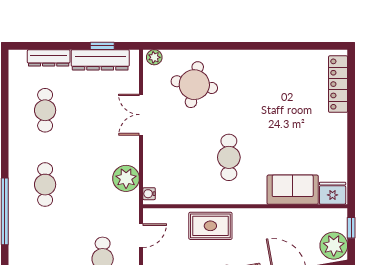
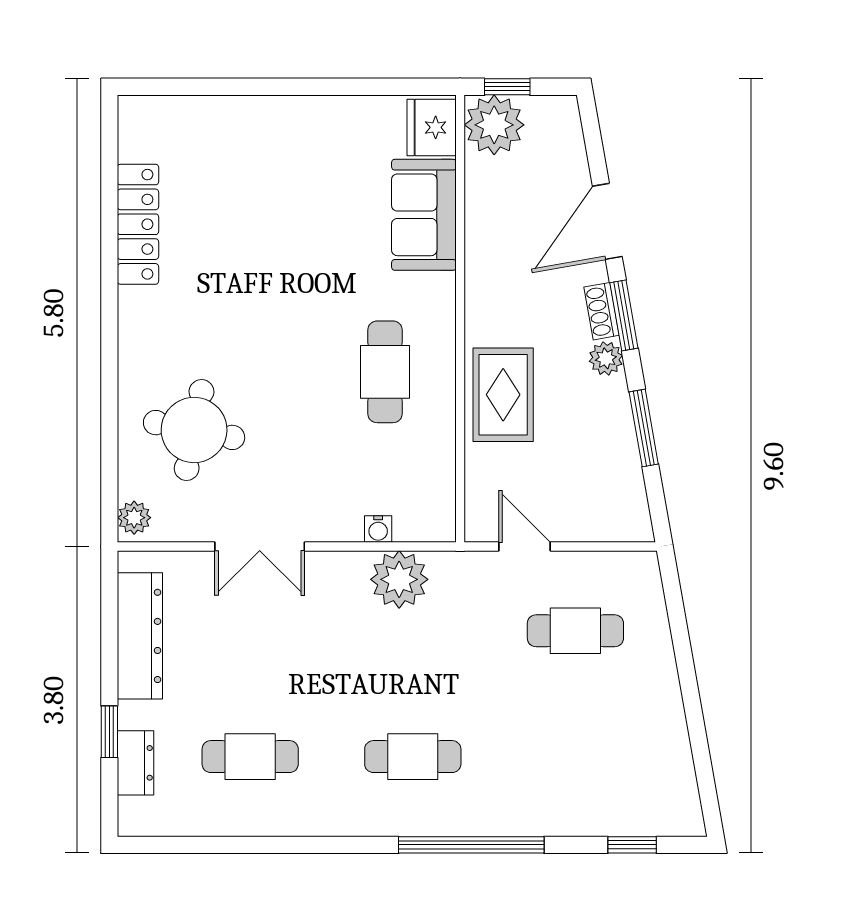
window: (102, 46) -> (109, 732), moved
dresser: (49, 58) -> (136, 763), width x0.70
locker: (338, 84) -> (138, 224), moved, turned -90
cafe table: (229, 157) -> (385, 372), moved, turned 90
water cooler: (149, 194) -> (378, 529), moved
plant: (334, 246) -> (494, 125), moved

